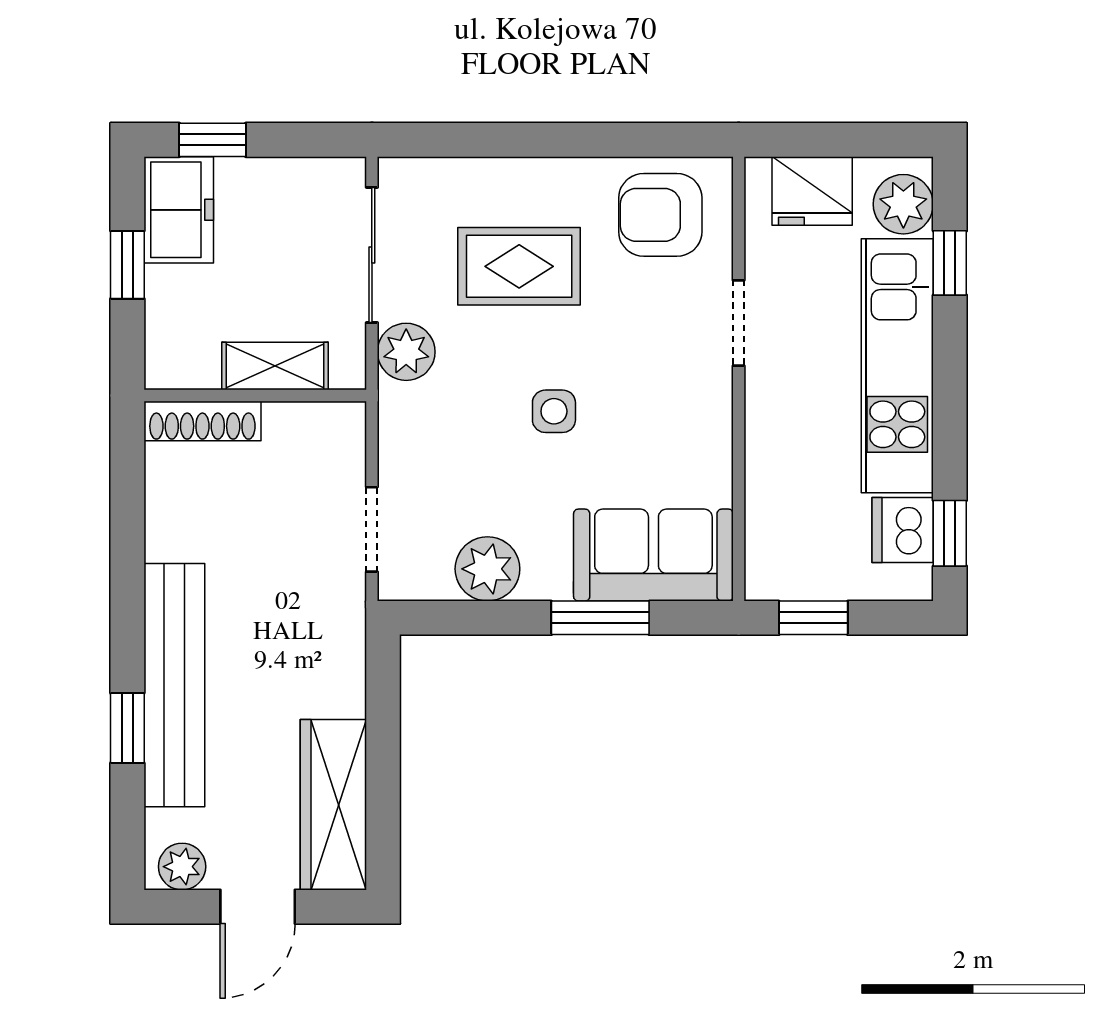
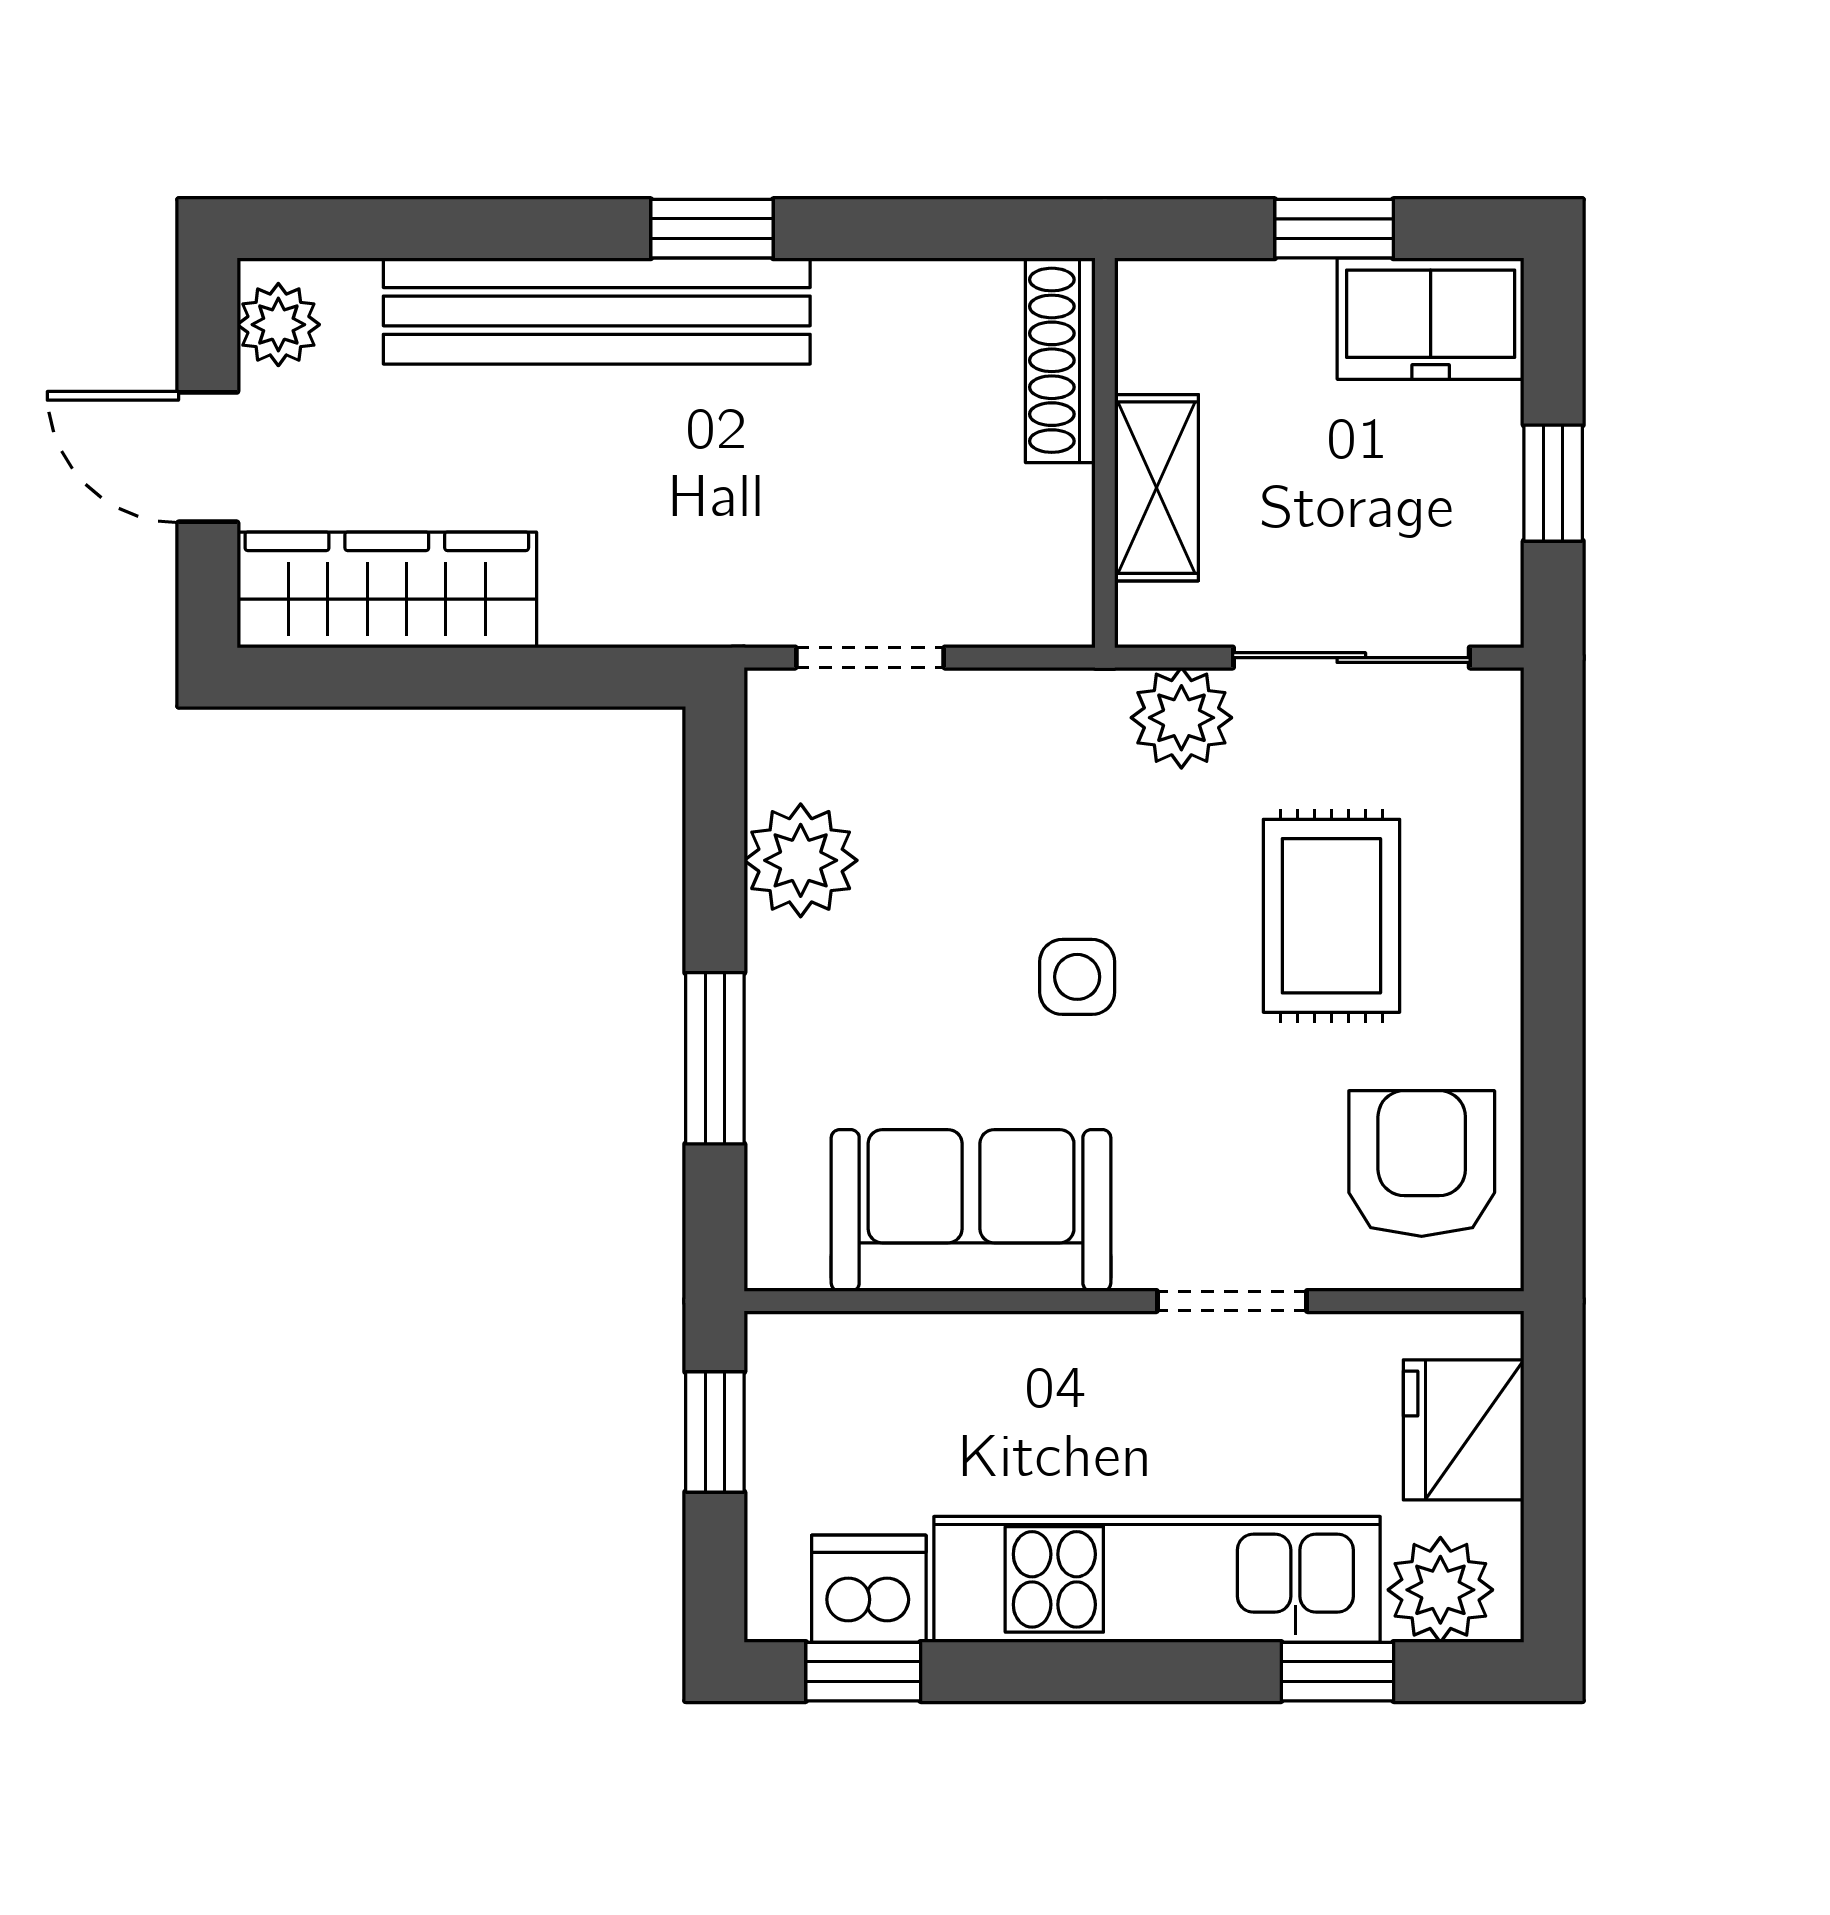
window: (212, 140) -> (1553, 483), moved
sofa: (653, 555) -> (971, 1210), moved, turned -90
window: (127, 728) -> (712, 229), moved

